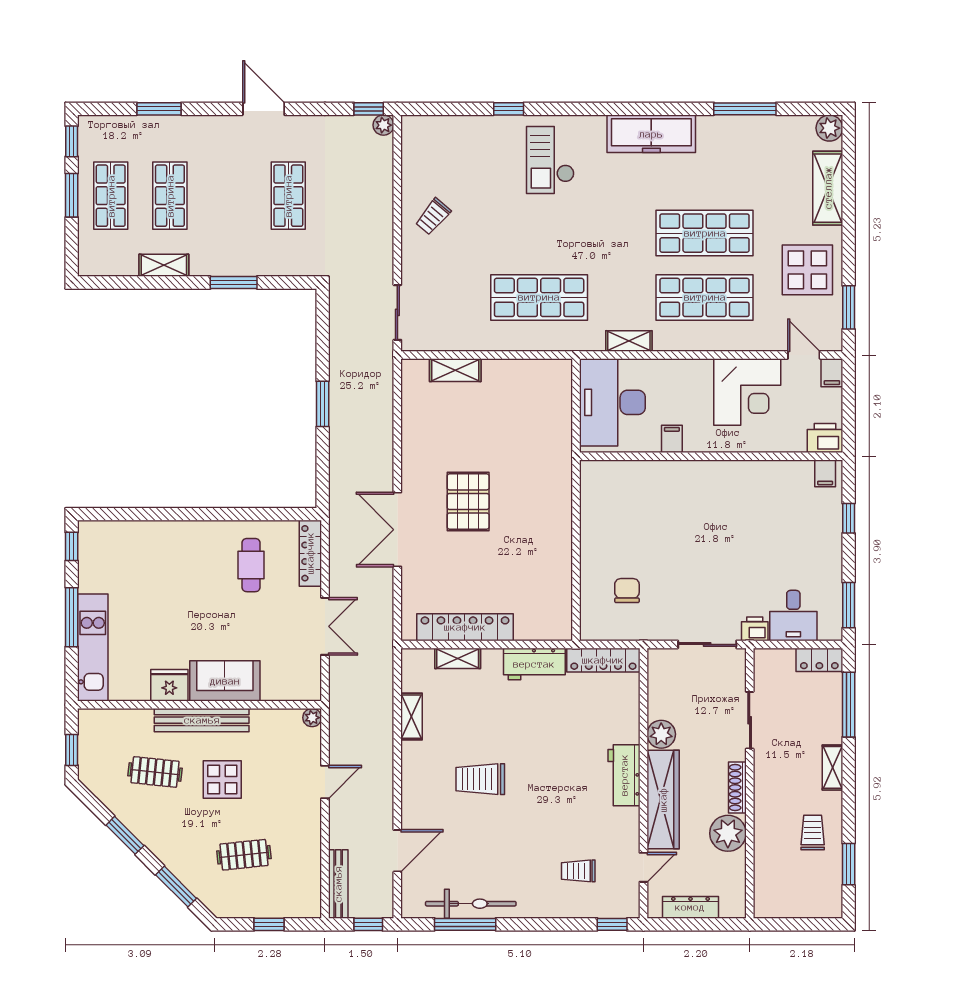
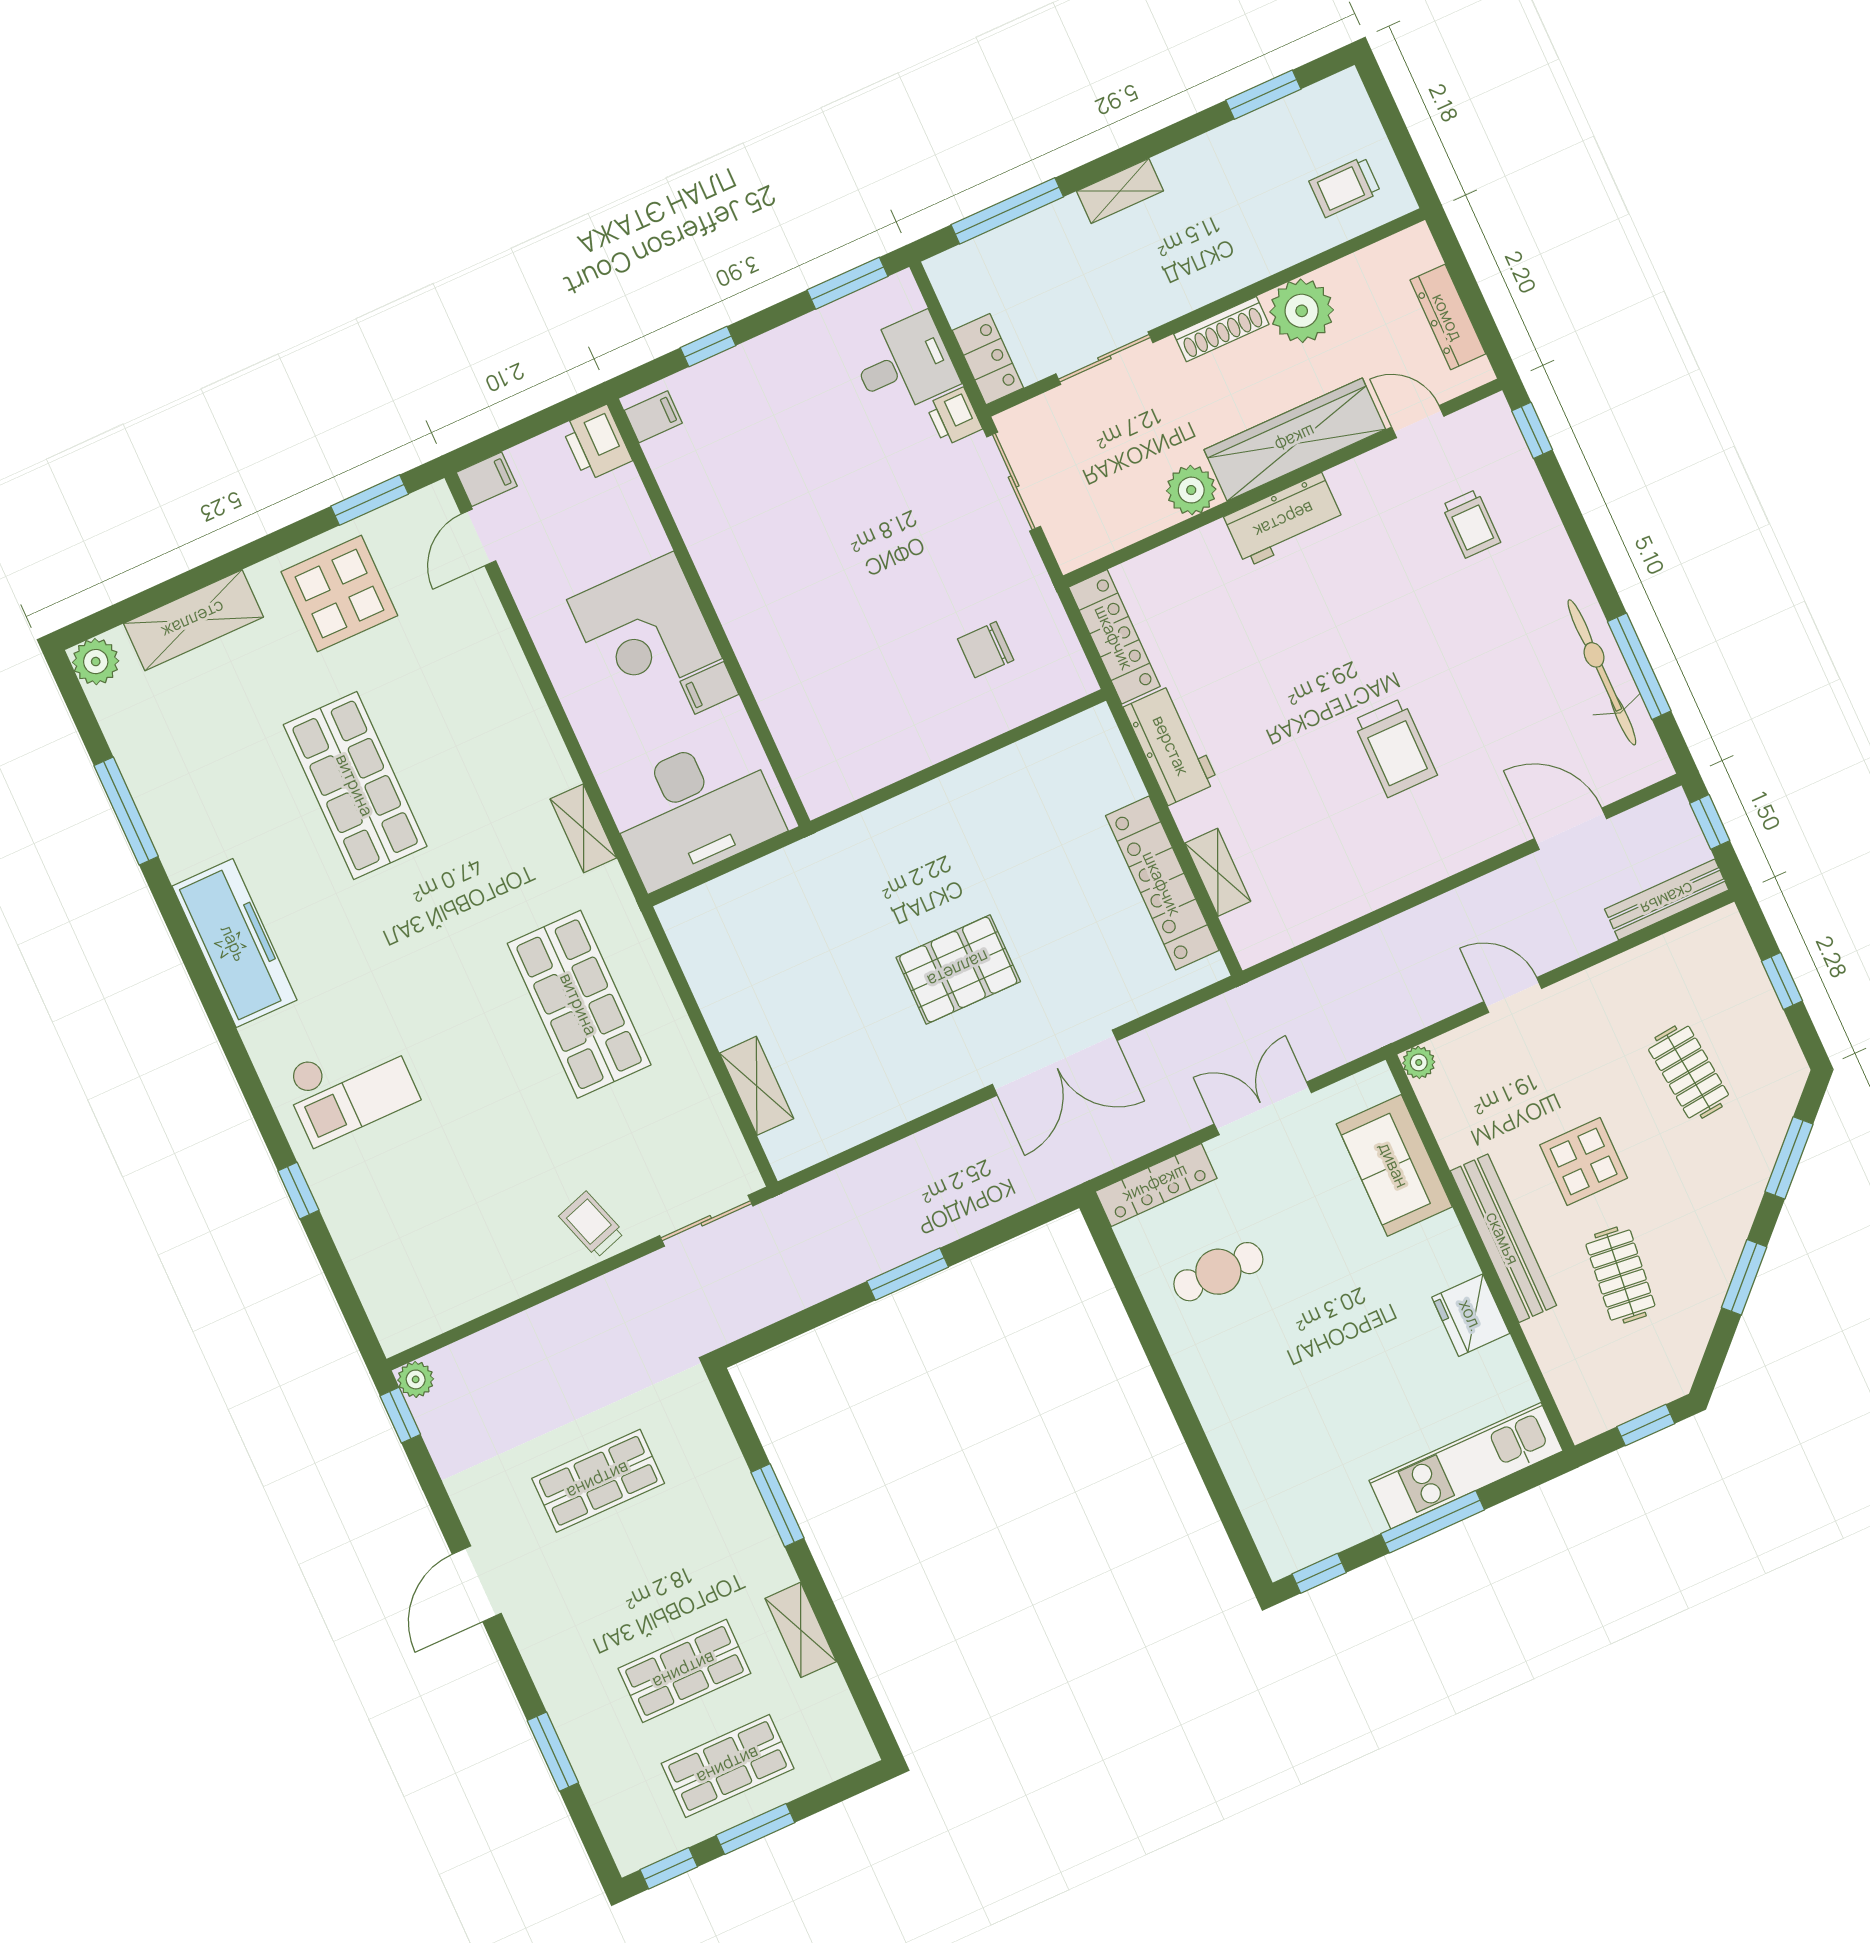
trolley: (433, 217) -> (592, 1225), moved, turned -148
shop shelf: (705, 297) -> (459, 739), removed
corner desk: (747, 392) -> (644, 629), moved, turned 180
locker: (819, 660) -> (988, 359), moved
sofa: (225, 681) -> (1394, 1165), moved
shelving: (412, 717) -> (1345, 904), removed
trolley: (813, 832) -> (1345, 187), moved

